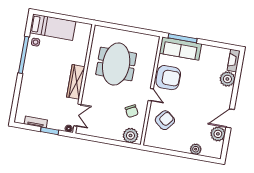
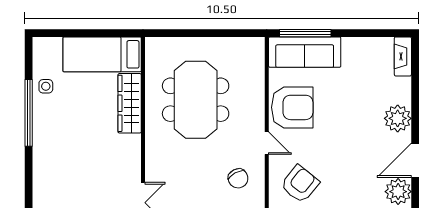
bed: (53, 27) -> (102, 54), moved, turned 180
plant: (227, 79) -> (398, 118), moved
wardrobe: (76, 82) -> (130, 103), moved

